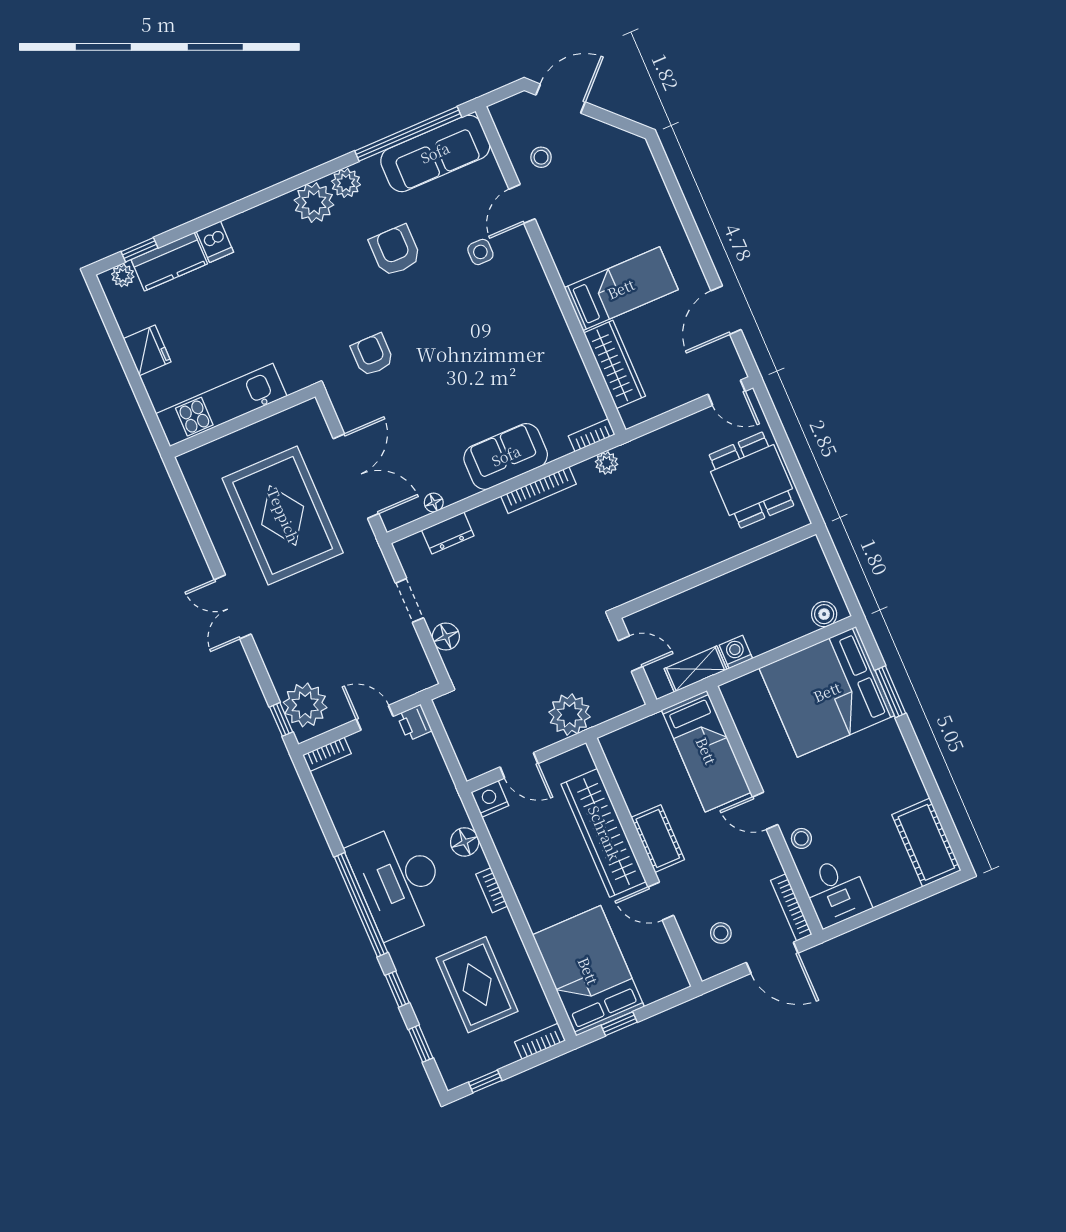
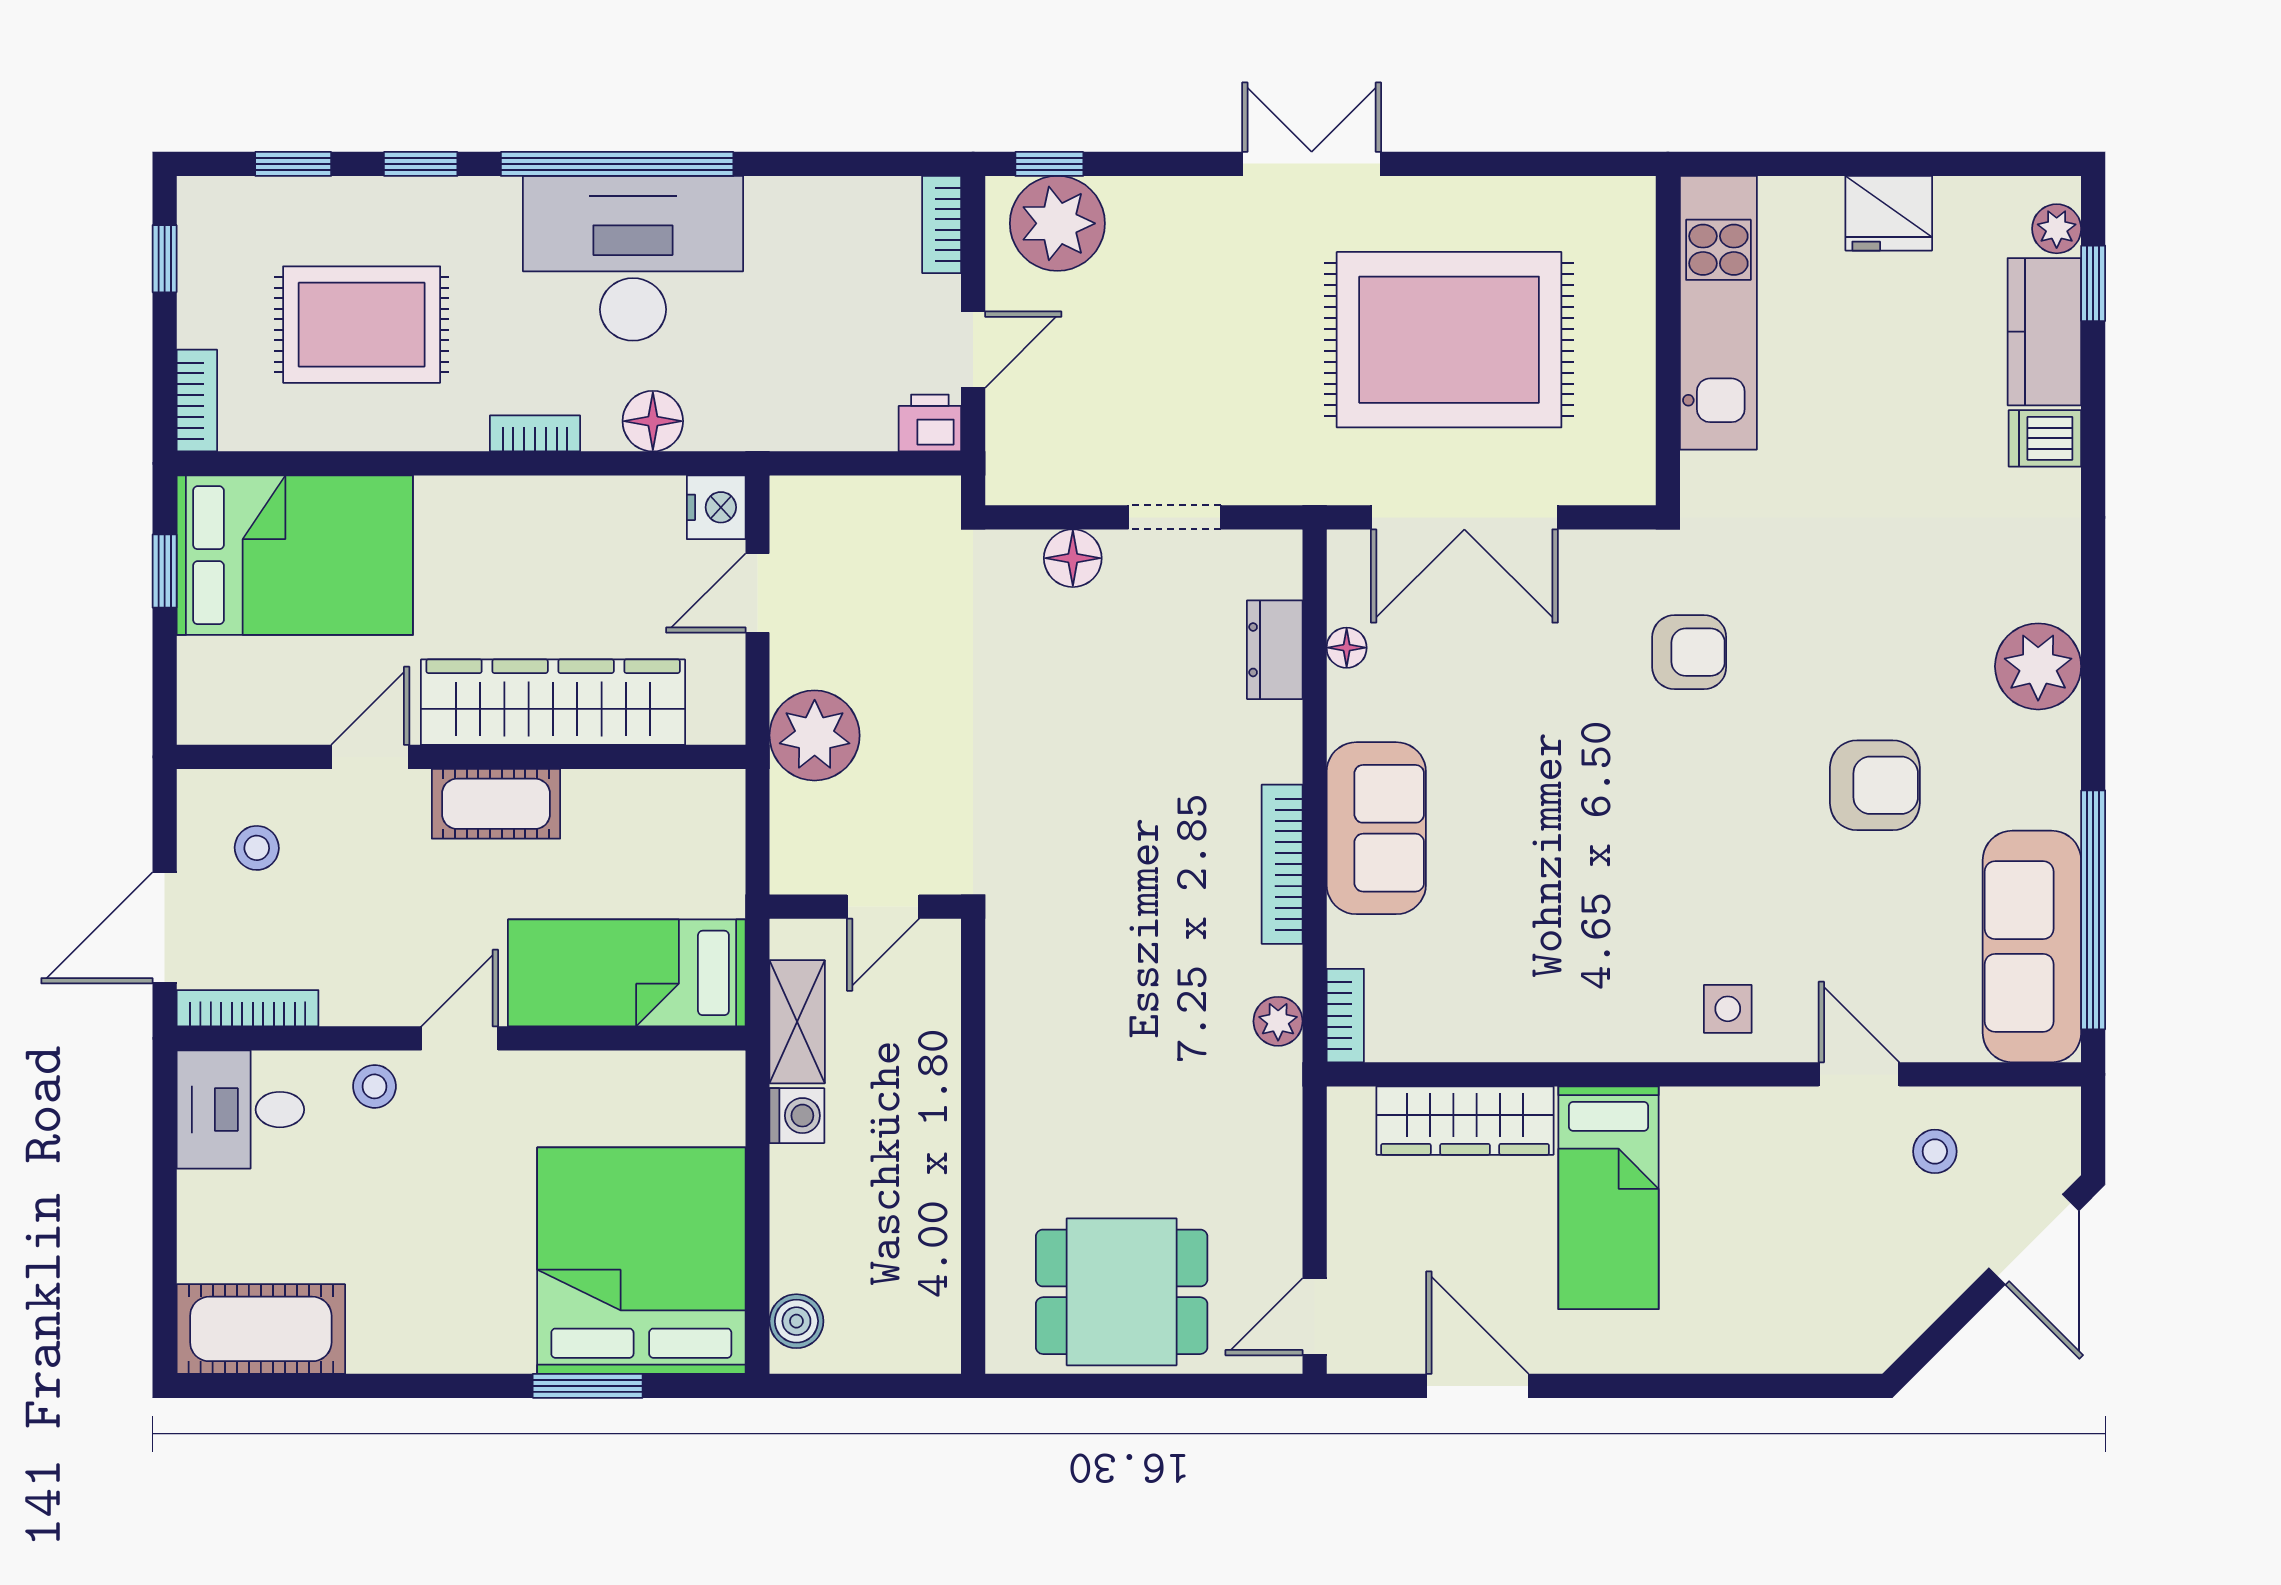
plant: (346, 183) -> (2050, 746), removed
side table: (480, 252) -> (1728, 1009), moved

